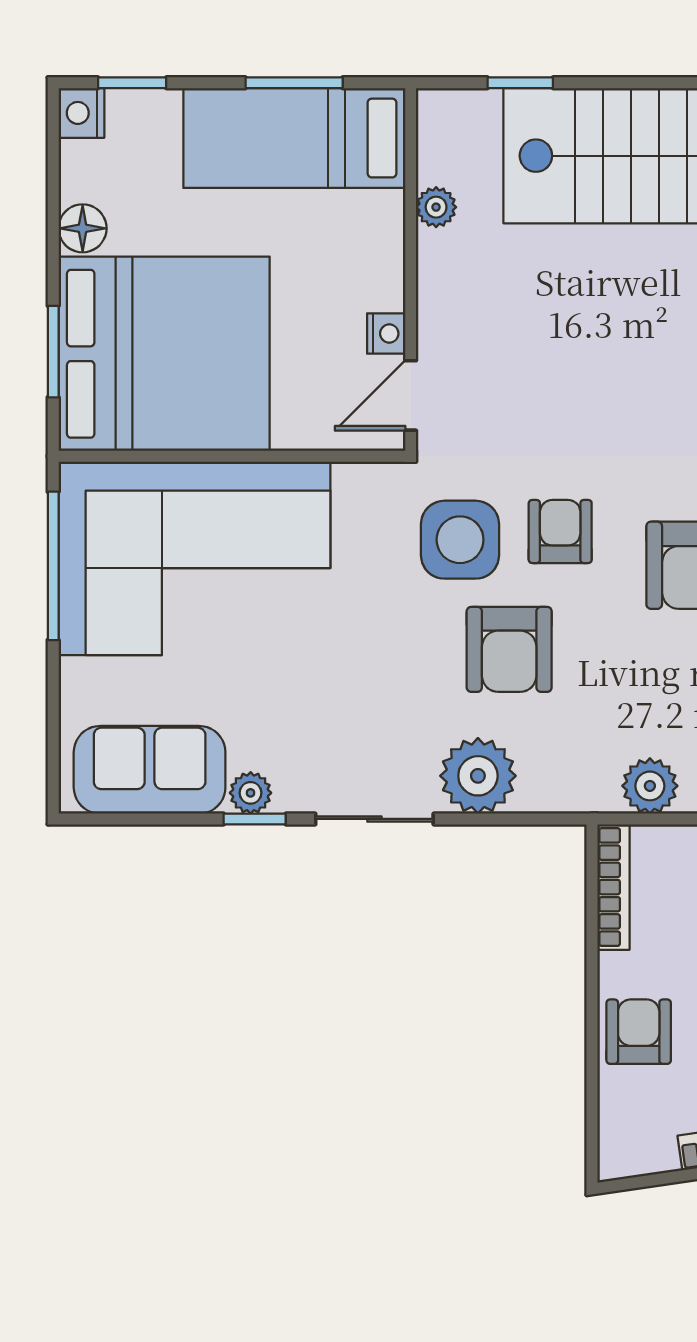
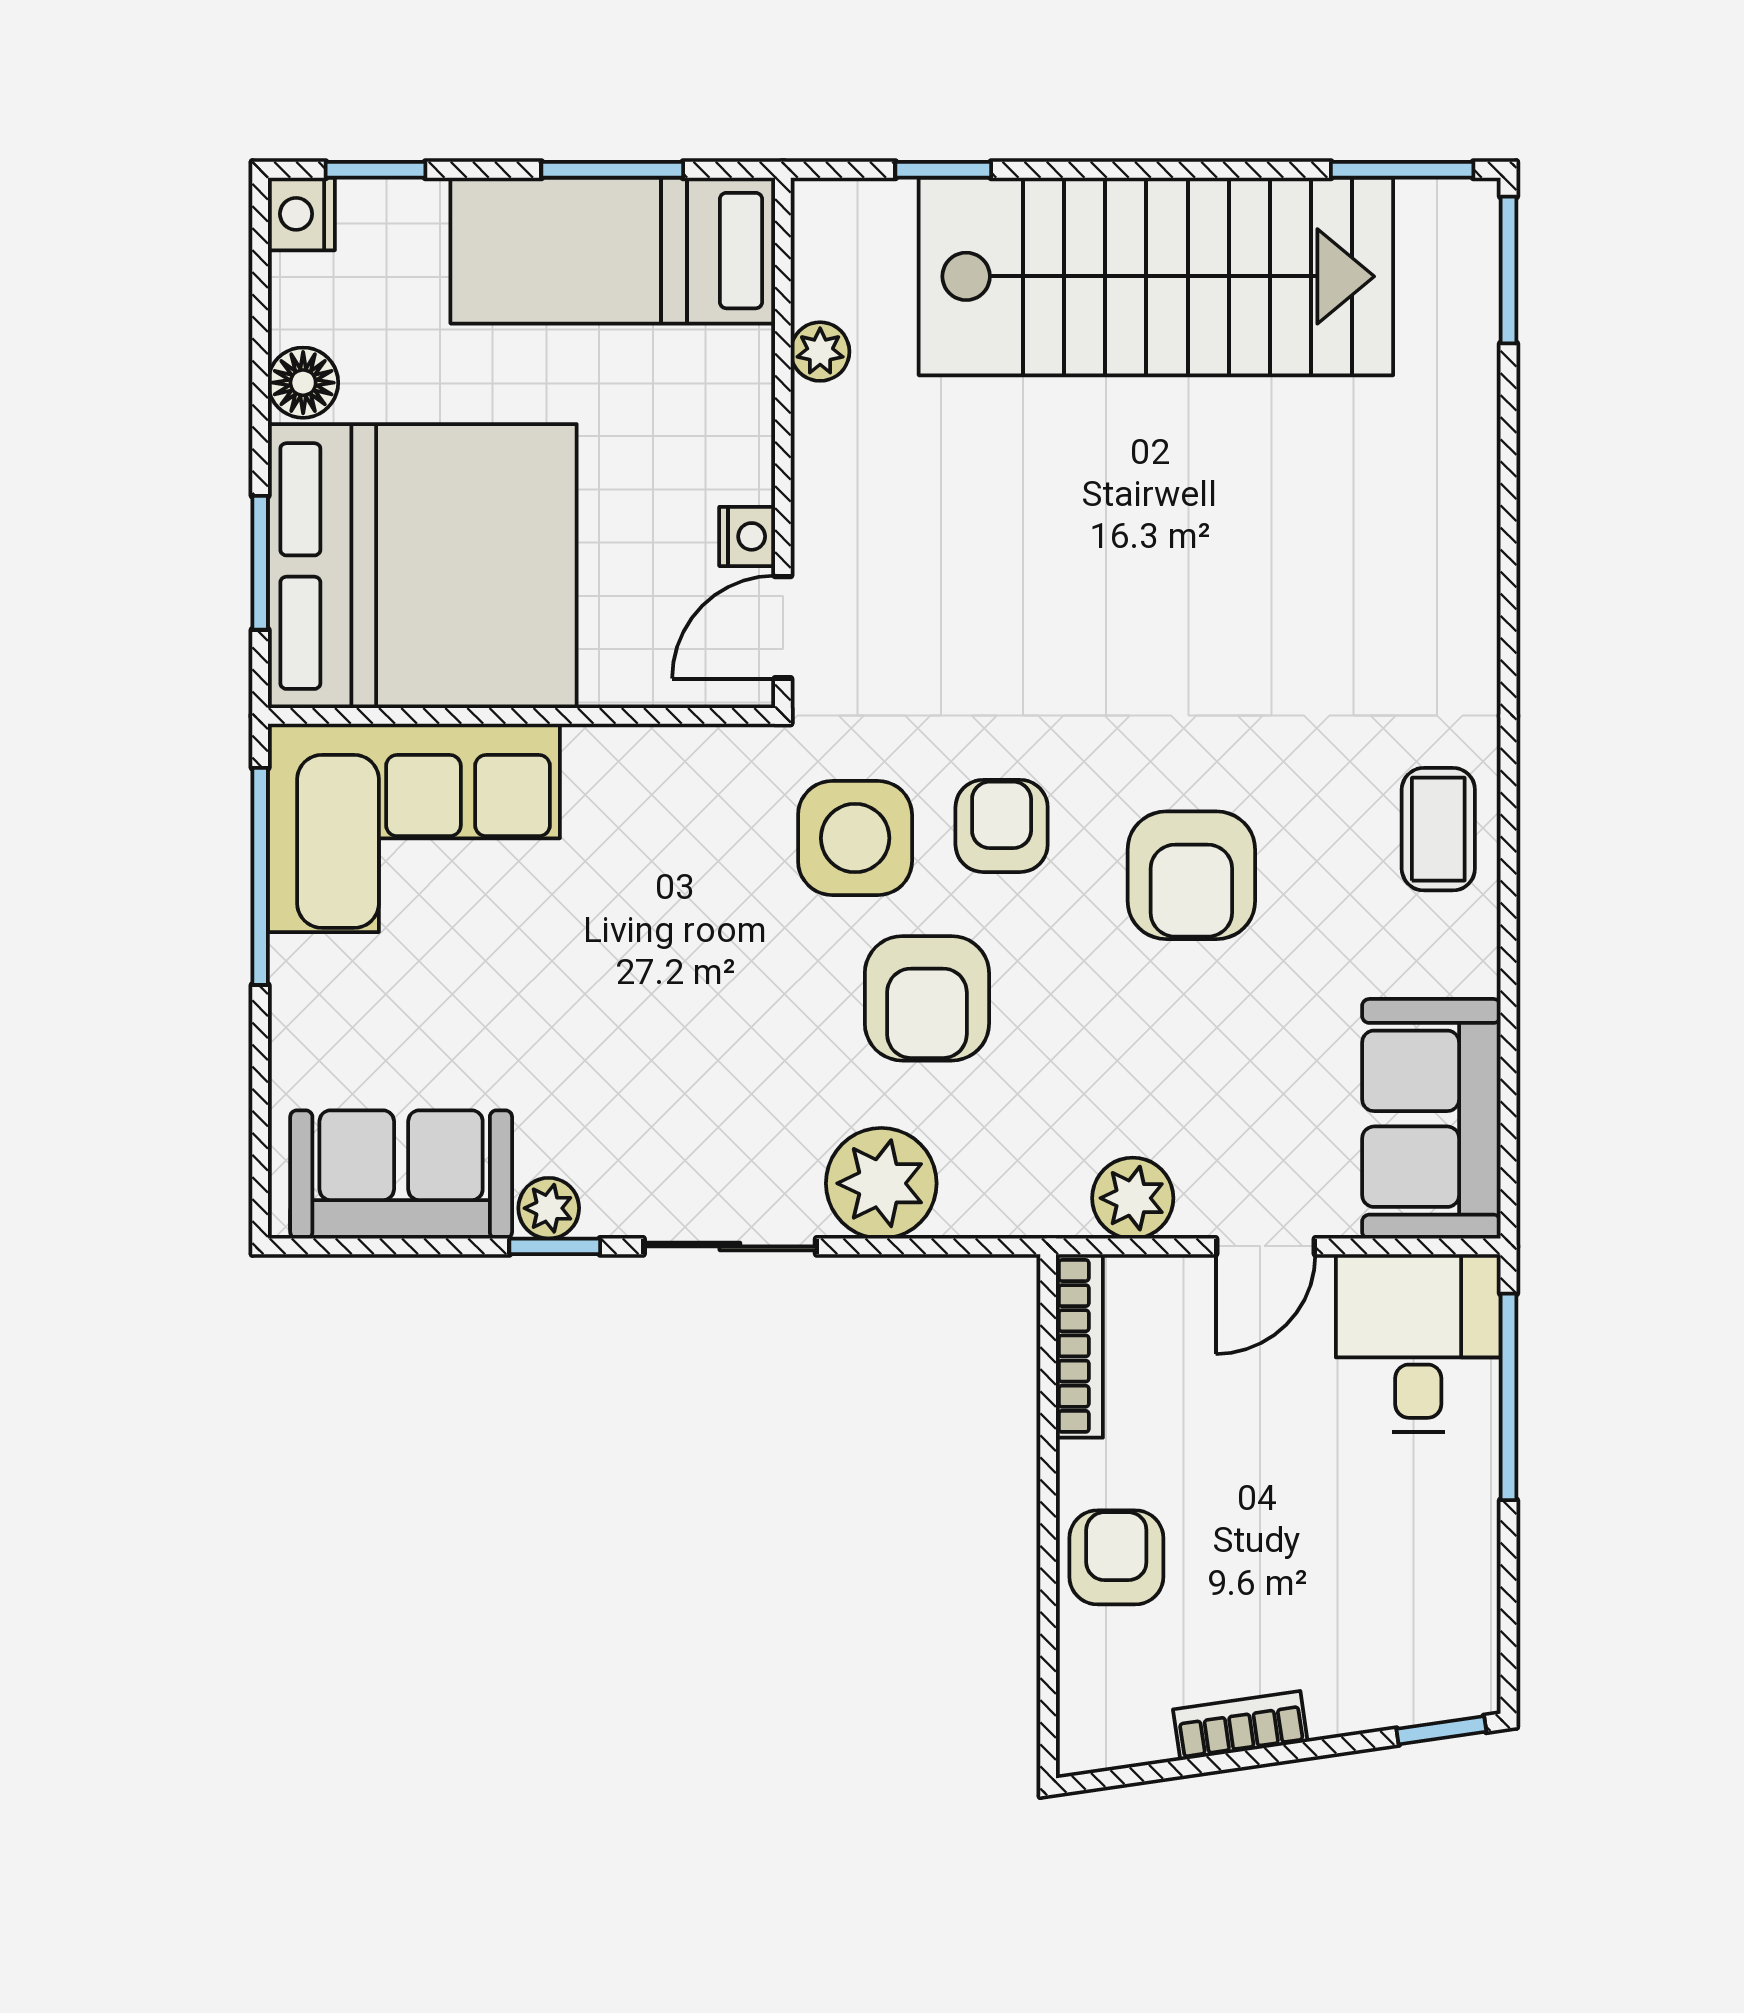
corner sofa: (194, 558) -> (414, 828), width x0.73, depth x0.74

